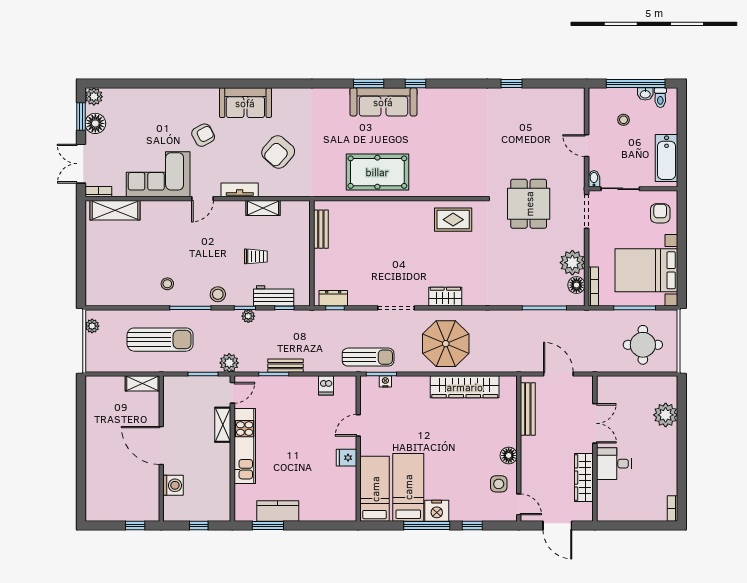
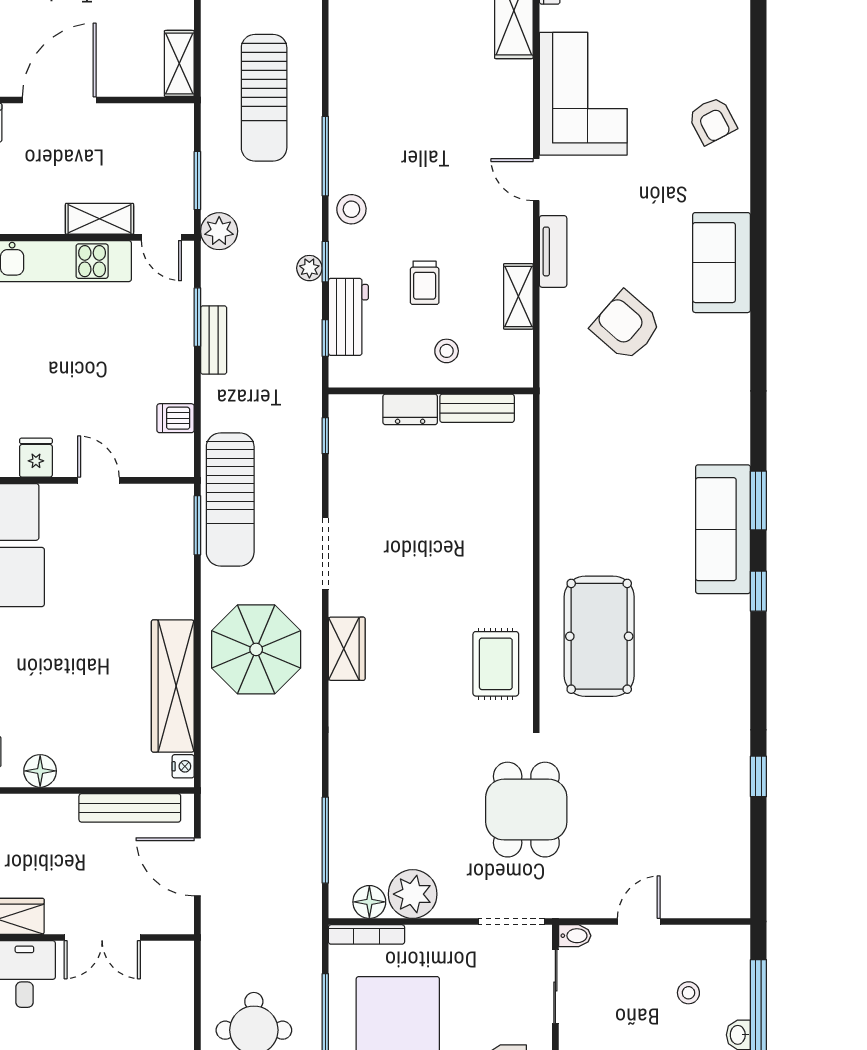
armchair: (203, 135) -> (712, 121), moved
pool table: (377, 172) -> (599, 636), moved
dining table: (529, 204) -> (526, 810), turned 90
stool: (167, 284) -> (447, 351), moved
dresser: (333, 298) -> (410, 409), moved, turned 90
sun lounger: (368, 357) -> (230, 499), width x1.36, depth x1.34
door: (558, 374) -> (197, 867), swing flipped
nightstand: (385, 381) -> (183, 766), moved

